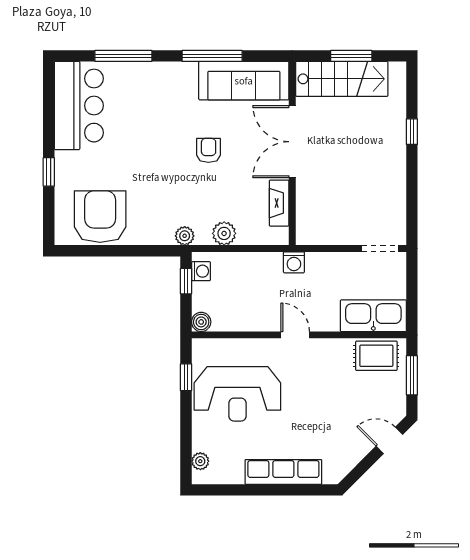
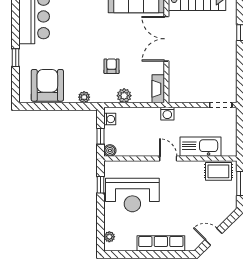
armchair: (209, 150) -> (112, 66), moved
fireplace: (279, 203) -> (158, 89), moved
plant: (185, 236) -> (84, 97), moved
window: (186, 281) -> (101, 136), moved
kitchen sink: (373, 316) -> (200, 147), moved
door: (389, 440) -> (214, 237), moved

